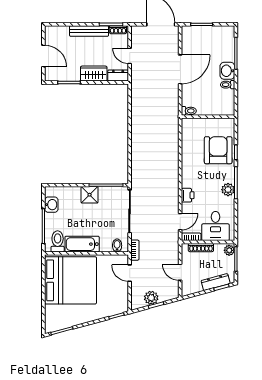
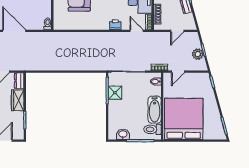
shower: (90, 195) -> (115, 93), moved

